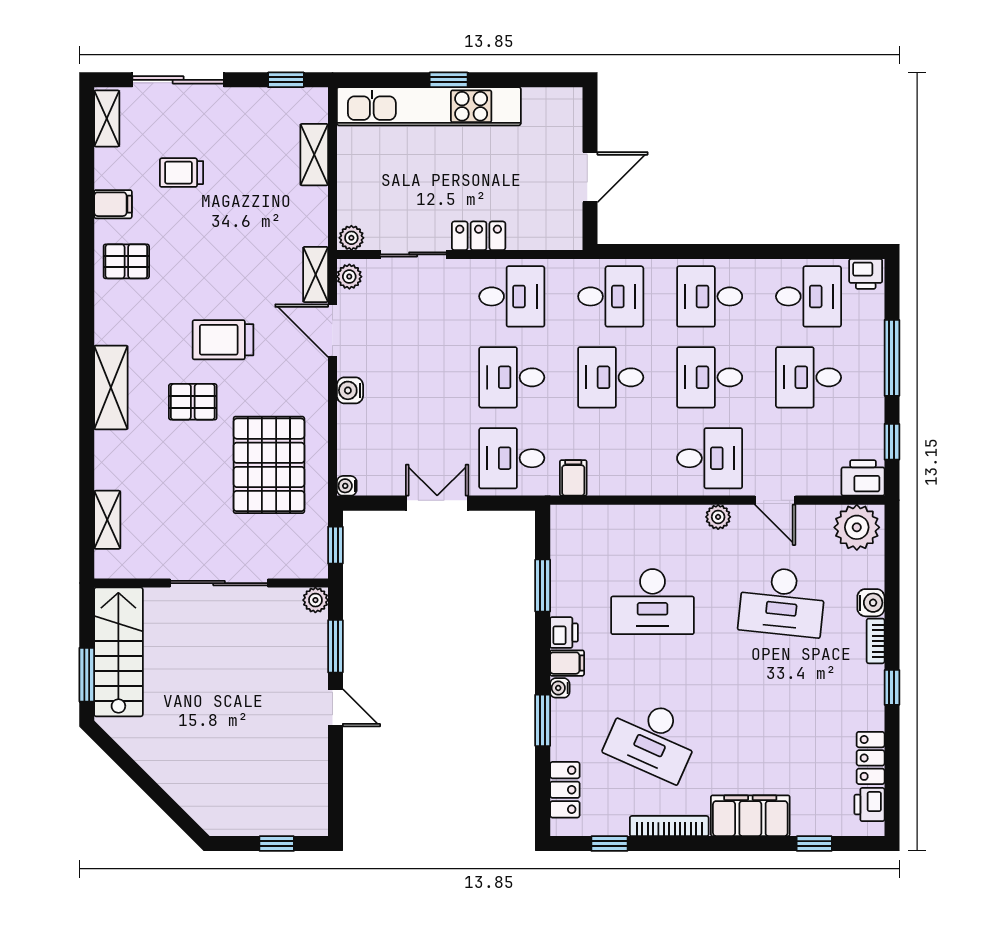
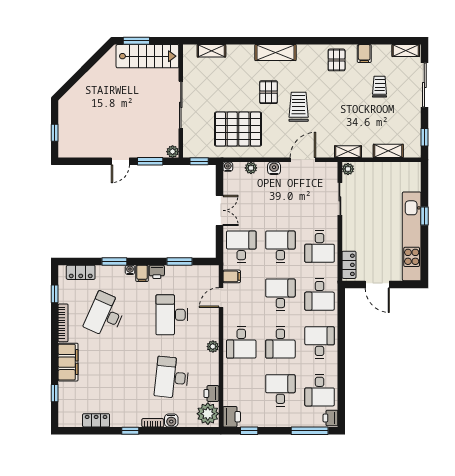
kitchen unit: (429, 106) -> (412, 236), moved
locker: (479, 236) -> (349, 265), moved
shelving: (316, 274) -> (348, 152), moved
plant: (349, 277) -> (251, 168), moved
window: (892, 358) -> (310, 431), moved
desk: (710, 377) -> (280, 342), turned 180
door: (775, 500) -> (221, 298), moved
printer: (869, 805) -> (211, 393), moved, turned -90

